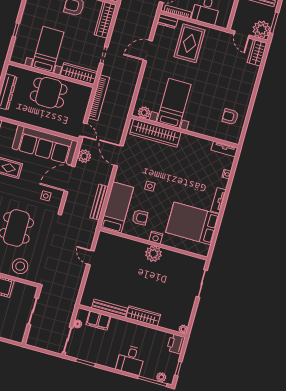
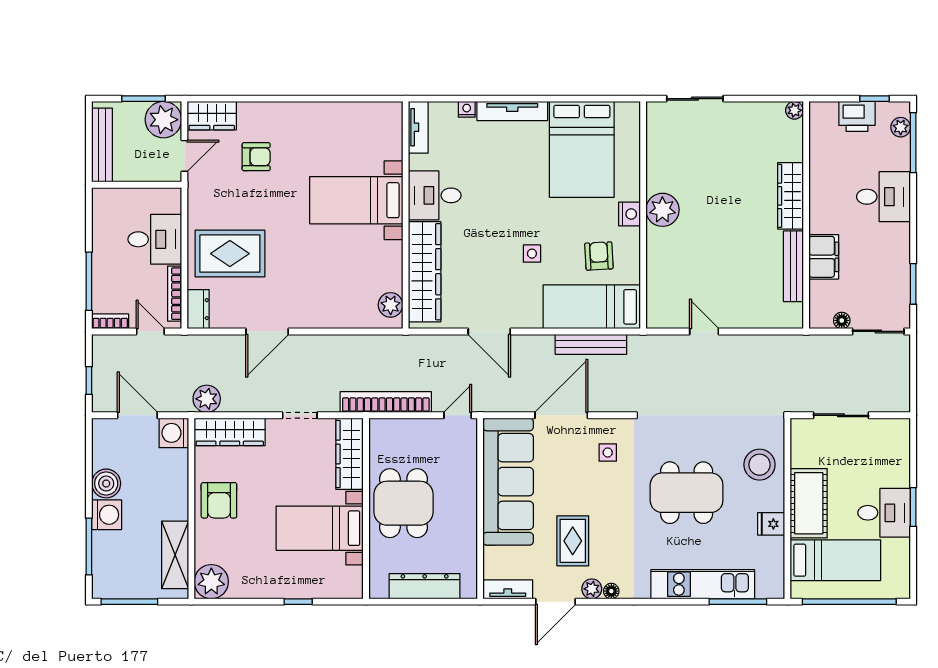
door: (148, 51) -> (267, 331), hinge flipped
bed with nightstands: (174, 103) -> (356, 200), moved
armchair: (230, 117) -> (256, 157), moved, turned -90
desk: (190, 148) -> (435, 195), added
plant: (84, 156) -> (207, 399), moved
door: (119, 156) -> (489, 331), hinge flipped
door: (69, 179) -> (561, 415), swing flipped
tv unit: (219, 200) -> (512, 111), width x1.41
door: (90, 257) -> (704, 331), swing flipped
filing cabinet: (98, 321) -> (824, 257), moved
printer: (176, 344) -> (857, 116), moved

